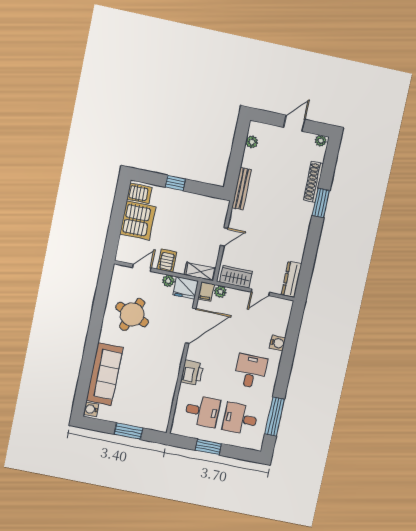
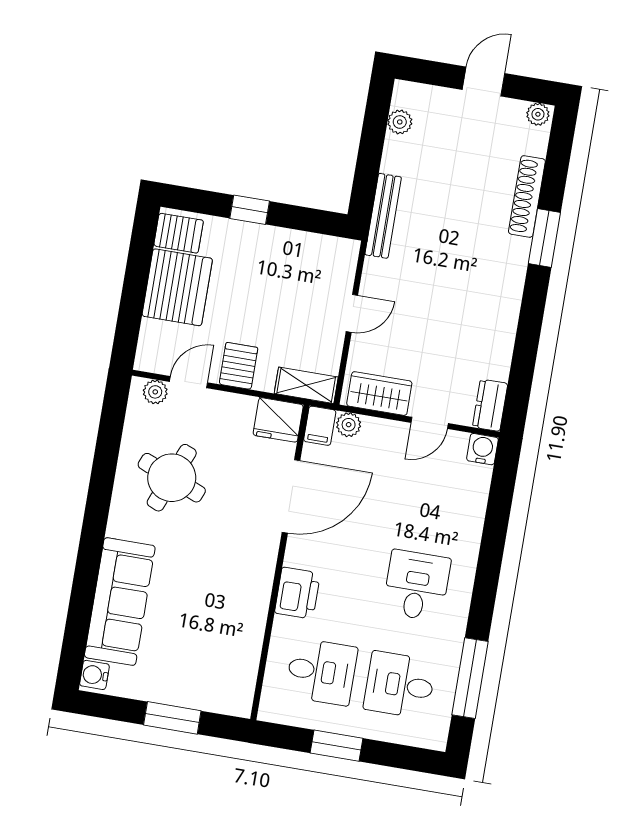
dresser: (291, 279) -> (490, 405), width x0.70
plant: (168, 281) -> (155, 392), moved
water cooler: (278, 343) -> (482, 449), moved, turned -90

